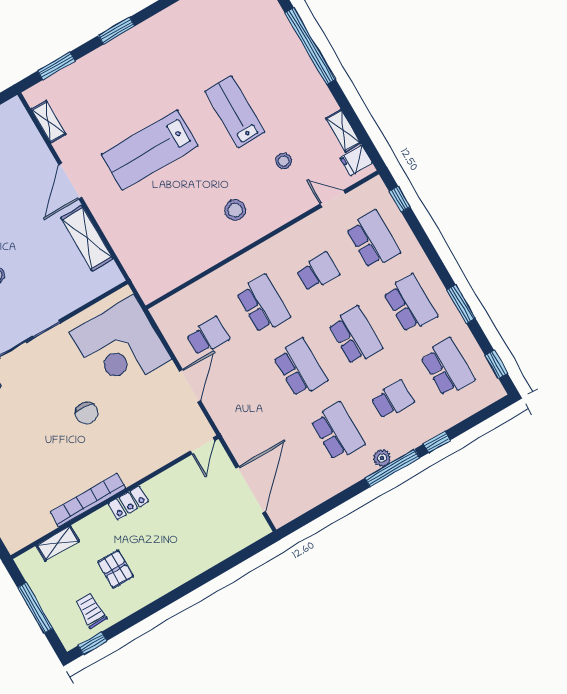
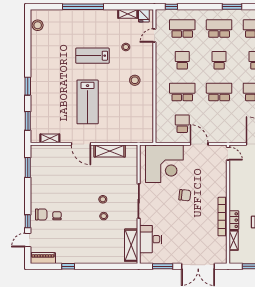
school desk: (355, 336) -> (219, 60), width x0.54
locker: (128, 503) -> (234, 220), moved

